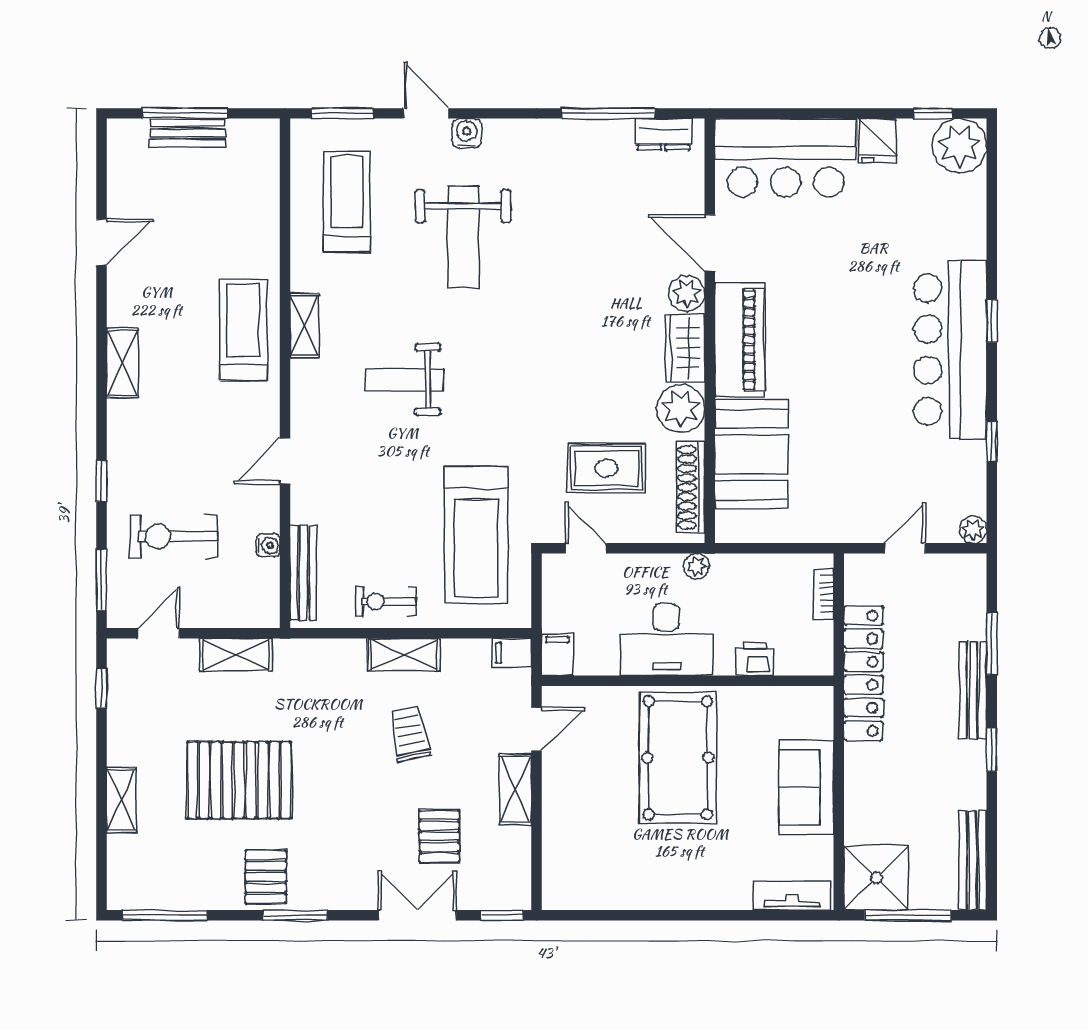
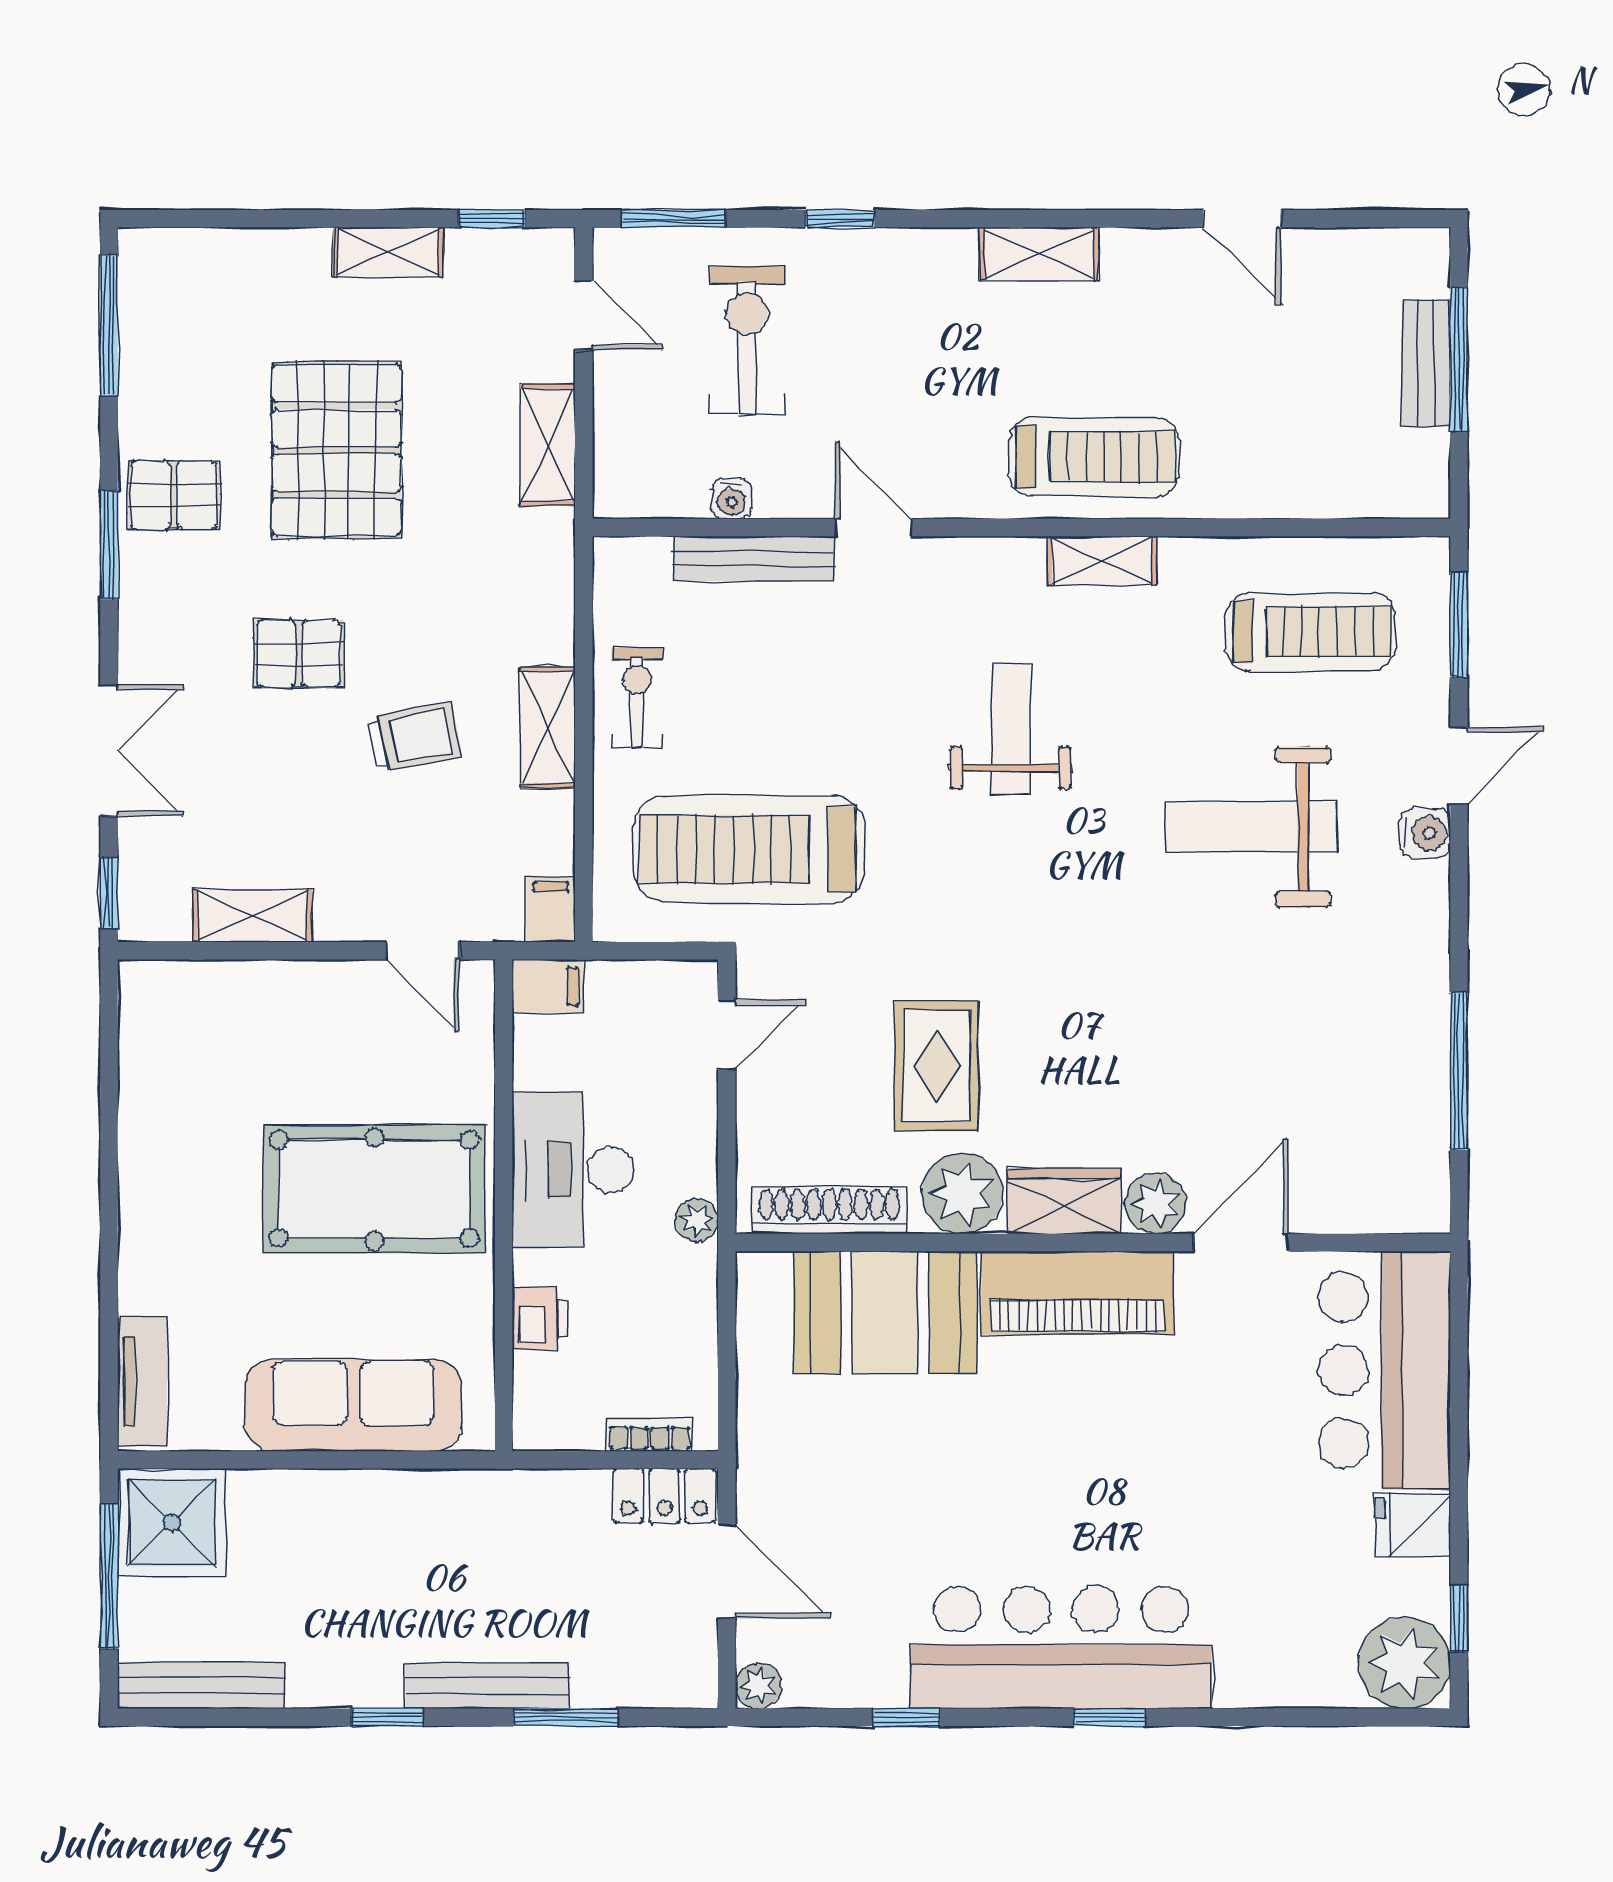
dresser: (663, 134) -> (1424, 1164), removed
rug: (607, 468) -> (937, 1066), moved
door: (905, 548) -> (727, 1571), width x1.38
bench: (303, 573) -> (754, 559), moved
locker: (863, 673) -> (664, 1496), moved, width x0.46, depth x0.83
sofa: (806, 787) -> (353, 1405), width x1.36
shelving: (515, 789) -> (252, 915), moved
shelving: (121, 800) -> (388, 252), moved
pallet: (439, 836) -> (299, 654), moved

